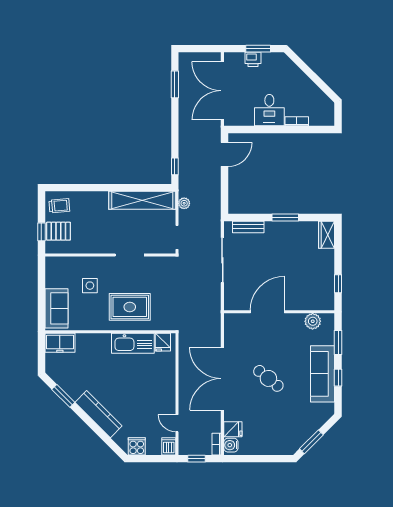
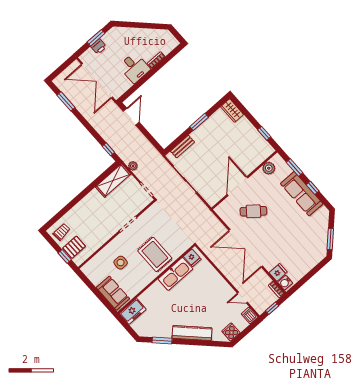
shelving: (142, 200) -> (113, 180), width x0.68
rug: (130, 307) -> (155, 254), turned 90
cafe table: (268, 378) -> (253, 211), moved

